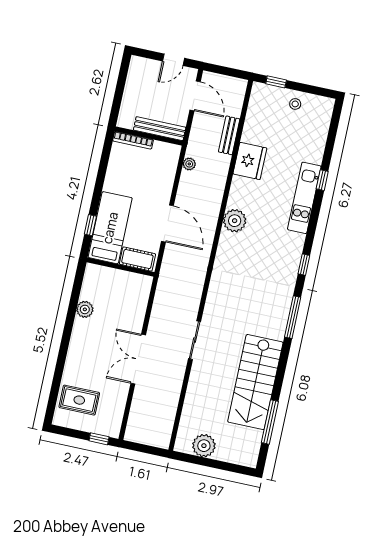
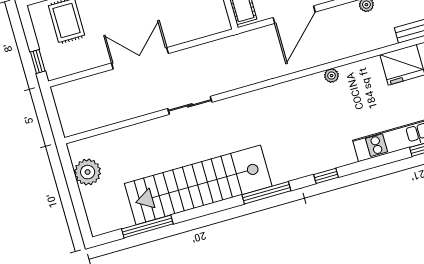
plant: (235, 221) -> (332, 76), width x0.53, depth x0.53
stairs: (255, 382) -> (198, 185), width x1.36

